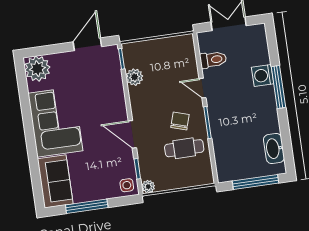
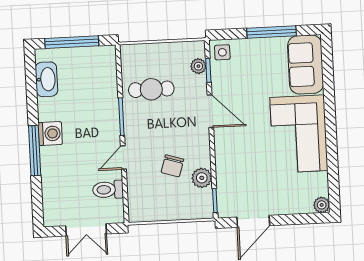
plant: (37, 69) -> (322, 205), width x0.53, depth x0.53
washing machine: (263, 75) -> (50, 134), moved
door: (203, 88) -> (123, 158), swing flipped
chair: (180, 121) -> (172, 166), moved
plant: (148, 187) -> (198, 66), moved

